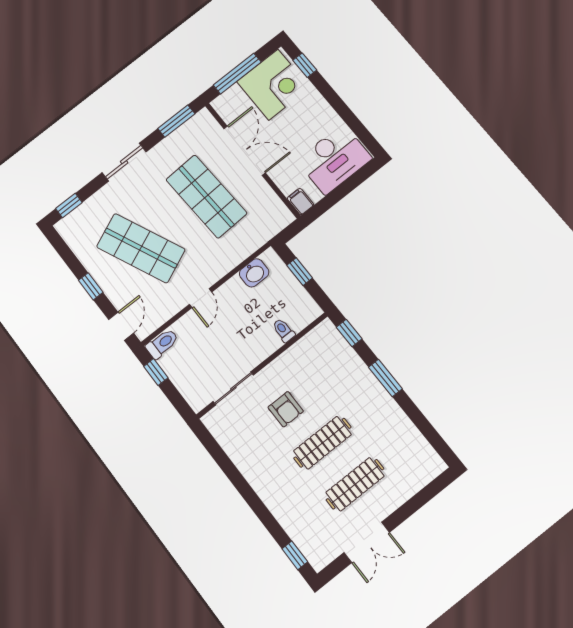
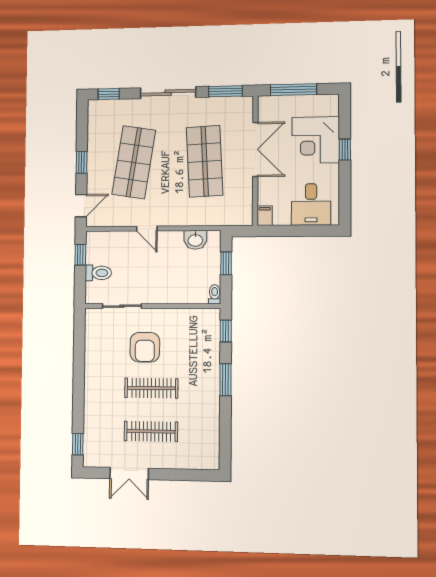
window: (305, 65) -> (345, 150), moved
corner desk: (273, 85) -> (316, 140), moved, turned 90
desk: (334, 159) -> (311, 204), width x0.73
sliding door: (124, 162) -> (168, 93), width x1.37
shop shelf: (141, 248) -> (134, 162), turned 33
door: (201, 298) -> (147, 229), hinge flipped
toilet: (284, 330) -> (215, 294), moved
toilet: (162, 344) -> (98, 273), moved
armchair: (286, 409) -> (145, 347), width x1.38, depth x1.38

